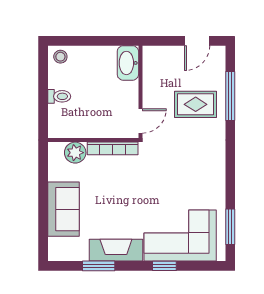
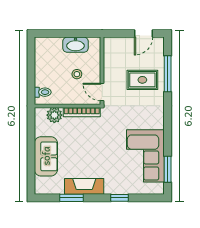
stool: (60, 57) -> (77, 74), moved
washbasin: (128, 63) -> (76, 45), moved, turned -90
toilet: (59, 96) -> (43, 92), moved
door: (140, 121) -> (102, 92), swing flipped
corner sofa: (180, 235) -> (145, 156), moved, turned -90

